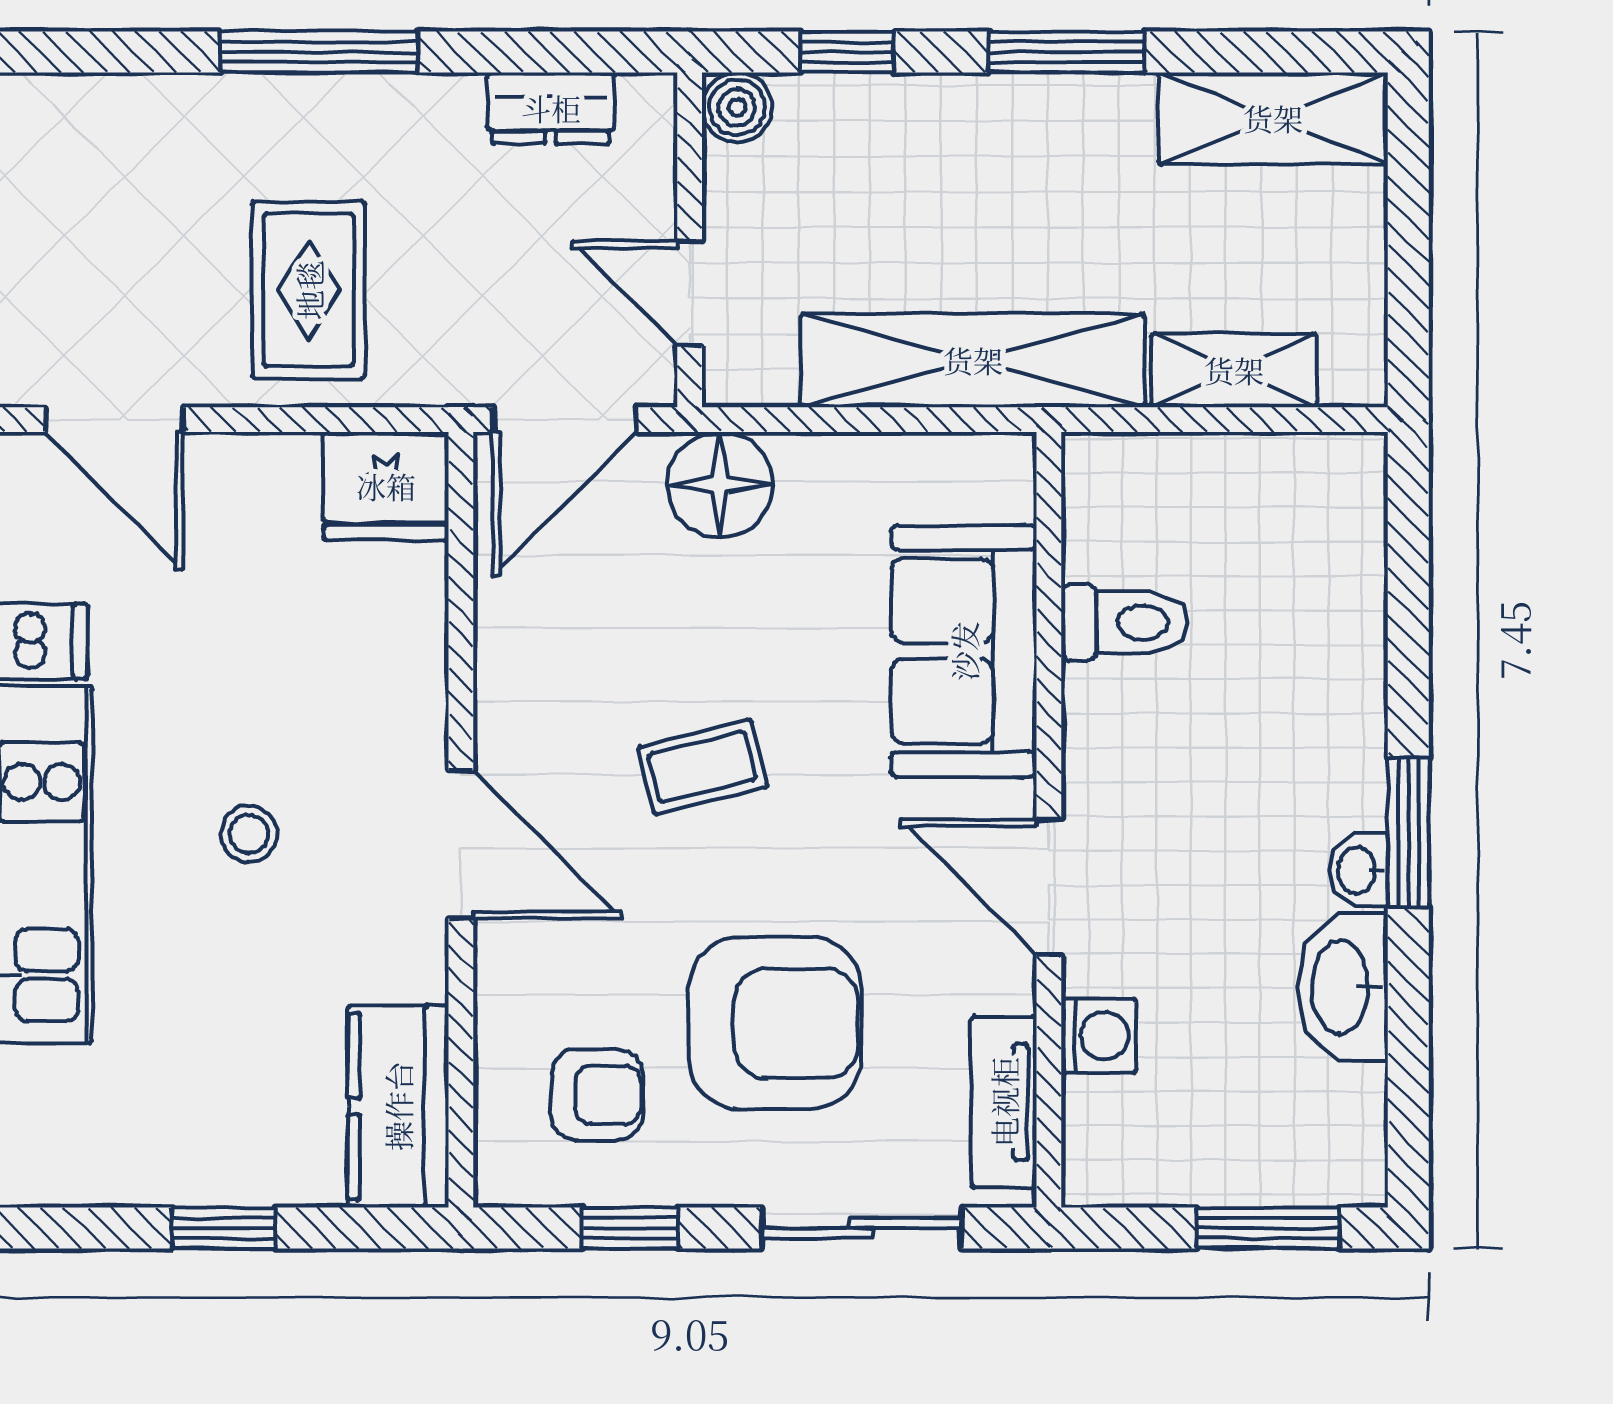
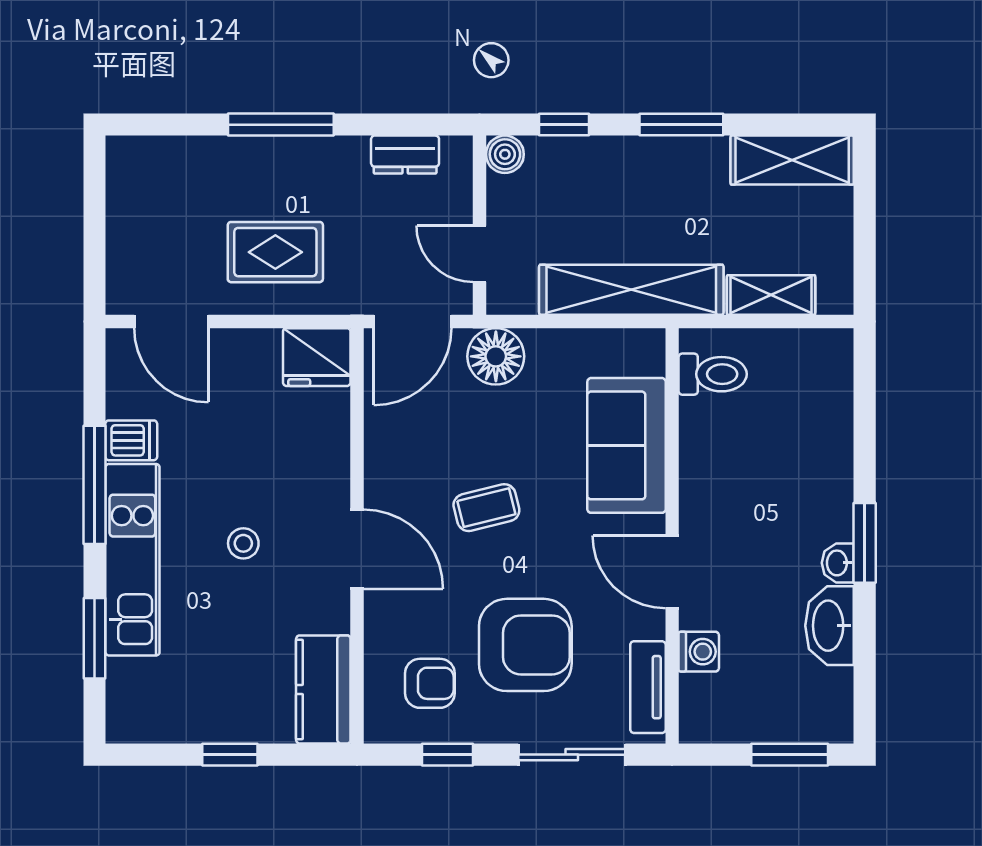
rug: (309, 290) -> (275, 252), turned 90
toilet: (1125, 623) -> (713, 374), moved

